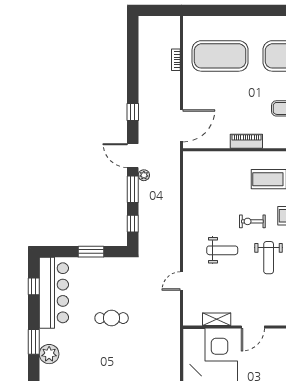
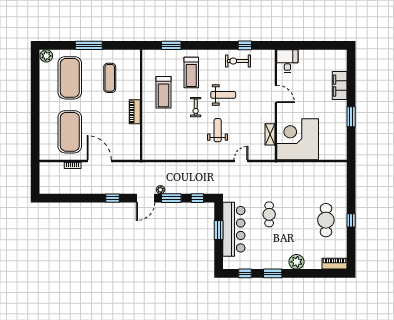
door: (182, 126) -> (99, 161), moved
door: (182, 281) -> (241, 161), swing flipped
bar counter: (54, 293) -> (234, 229), moved, turned 90
door: (253, 327) -> (276, 94), moved
window: (34, 342) -> (273, 273), moved

